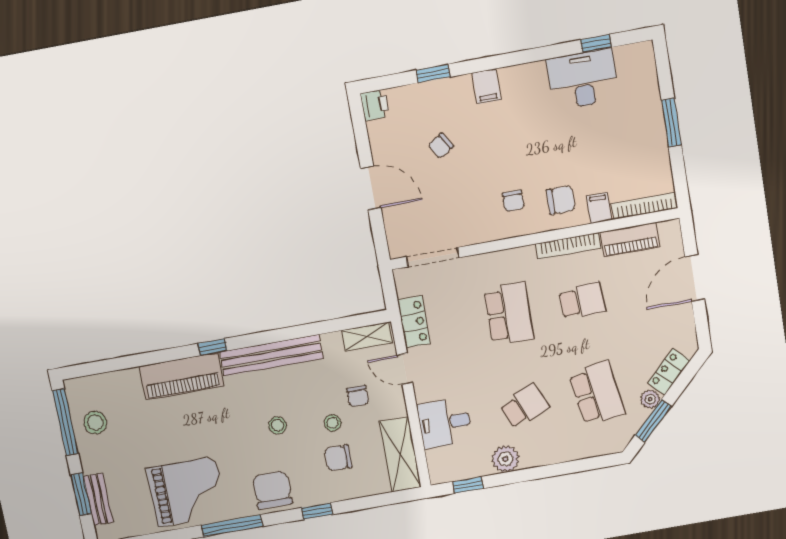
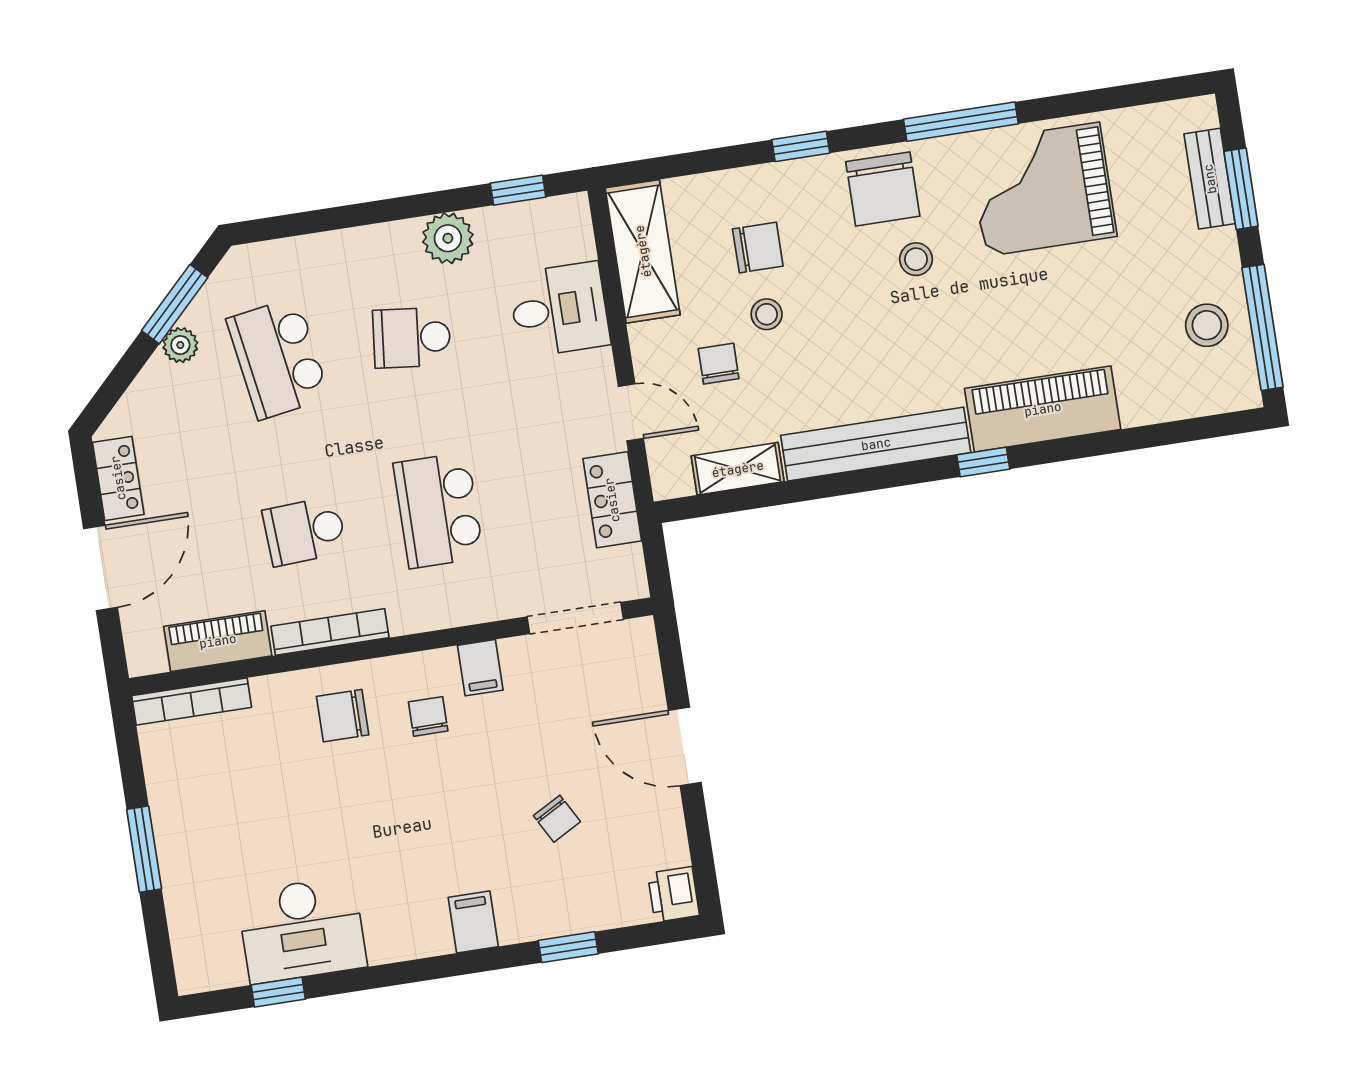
chair: (441, 146) -> (557, 819), turned 93
filing cabinet: (599, 208) -> (480, 668), moved
shelving: (367, 336) -> (738, 469), moved
locker: (669, 372) -> (118, 478), moved, turned -45
school desk: (524, 406) -> (412, 338), turned 30
stool: (278, 425) -> (916, 259), moved

